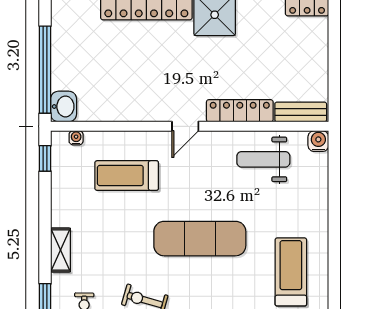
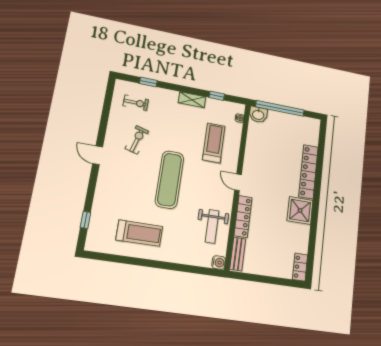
window: (45, 158) -> (217, 96), moved
weight bench: (263, 159) -> (212, 226), turned 180
shelving: (61, 250) -> (192, 100), moved

